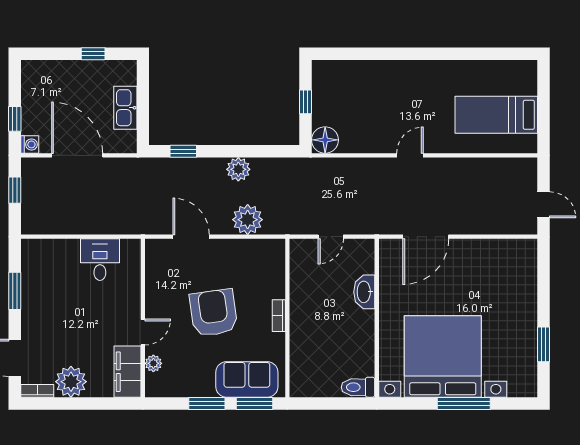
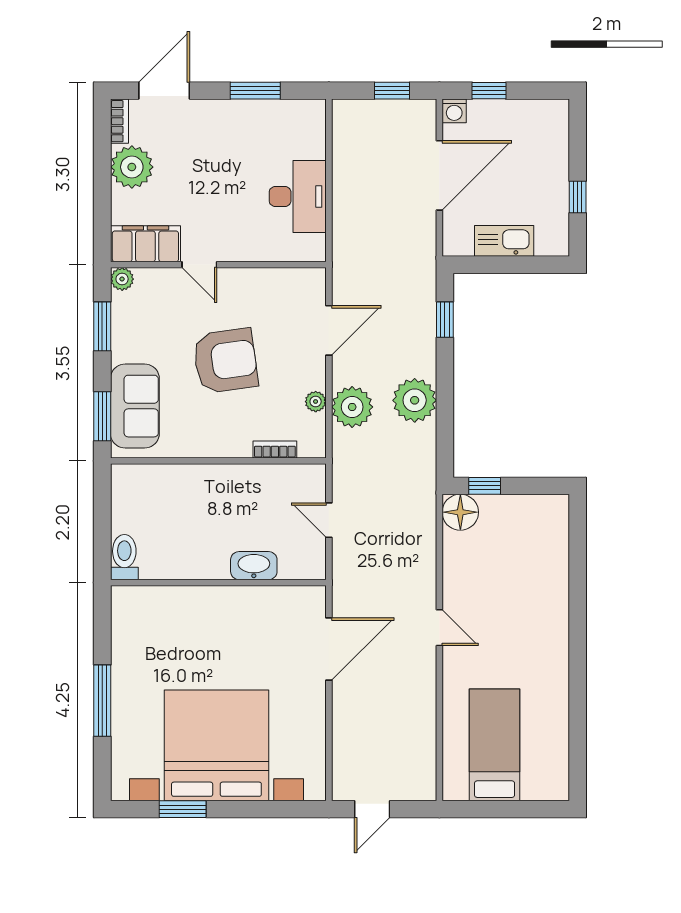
window: (306, 102) -> (485, 486), moved
plant: (238, 169) -> (415, 400), width x1.36, depth x1.36
door: (426, 237) -> (329, 649), swing flipped
plant: (244, 246) -> (316, 402), added
desk: (100, 260) -> (298, 196), width x1.37
bookcase: (279, 316) -> (275, 449), moved
bed with nightstands: (443, 357) -> (216, 745), moved, turned -90
plant: (153, 363) -> (122, 279), moved
window: (207, 403) -> (102, 326), moved

